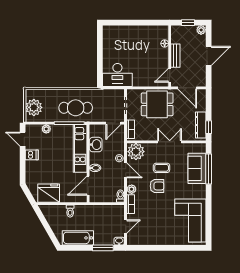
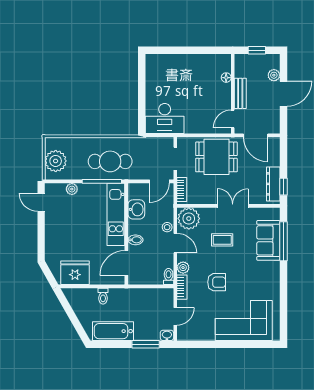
plant: (201, 30) -> (274, 75), moved
dishwasher: (32, 155) -> (53, 223), removed
armchair: (157, 186) -> (217, 282), moved
corner sofa: (190, 220) -> (244, 320), moved, turned 90

